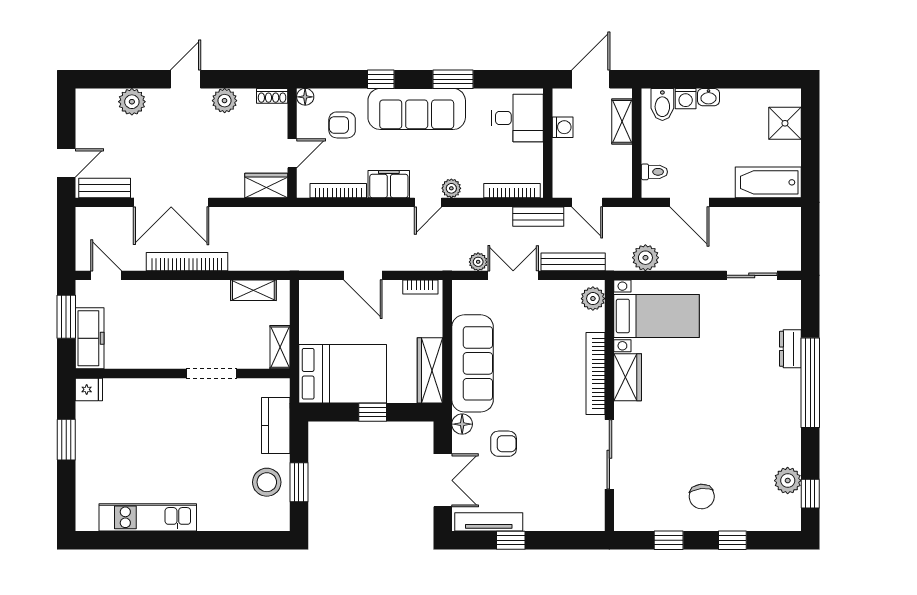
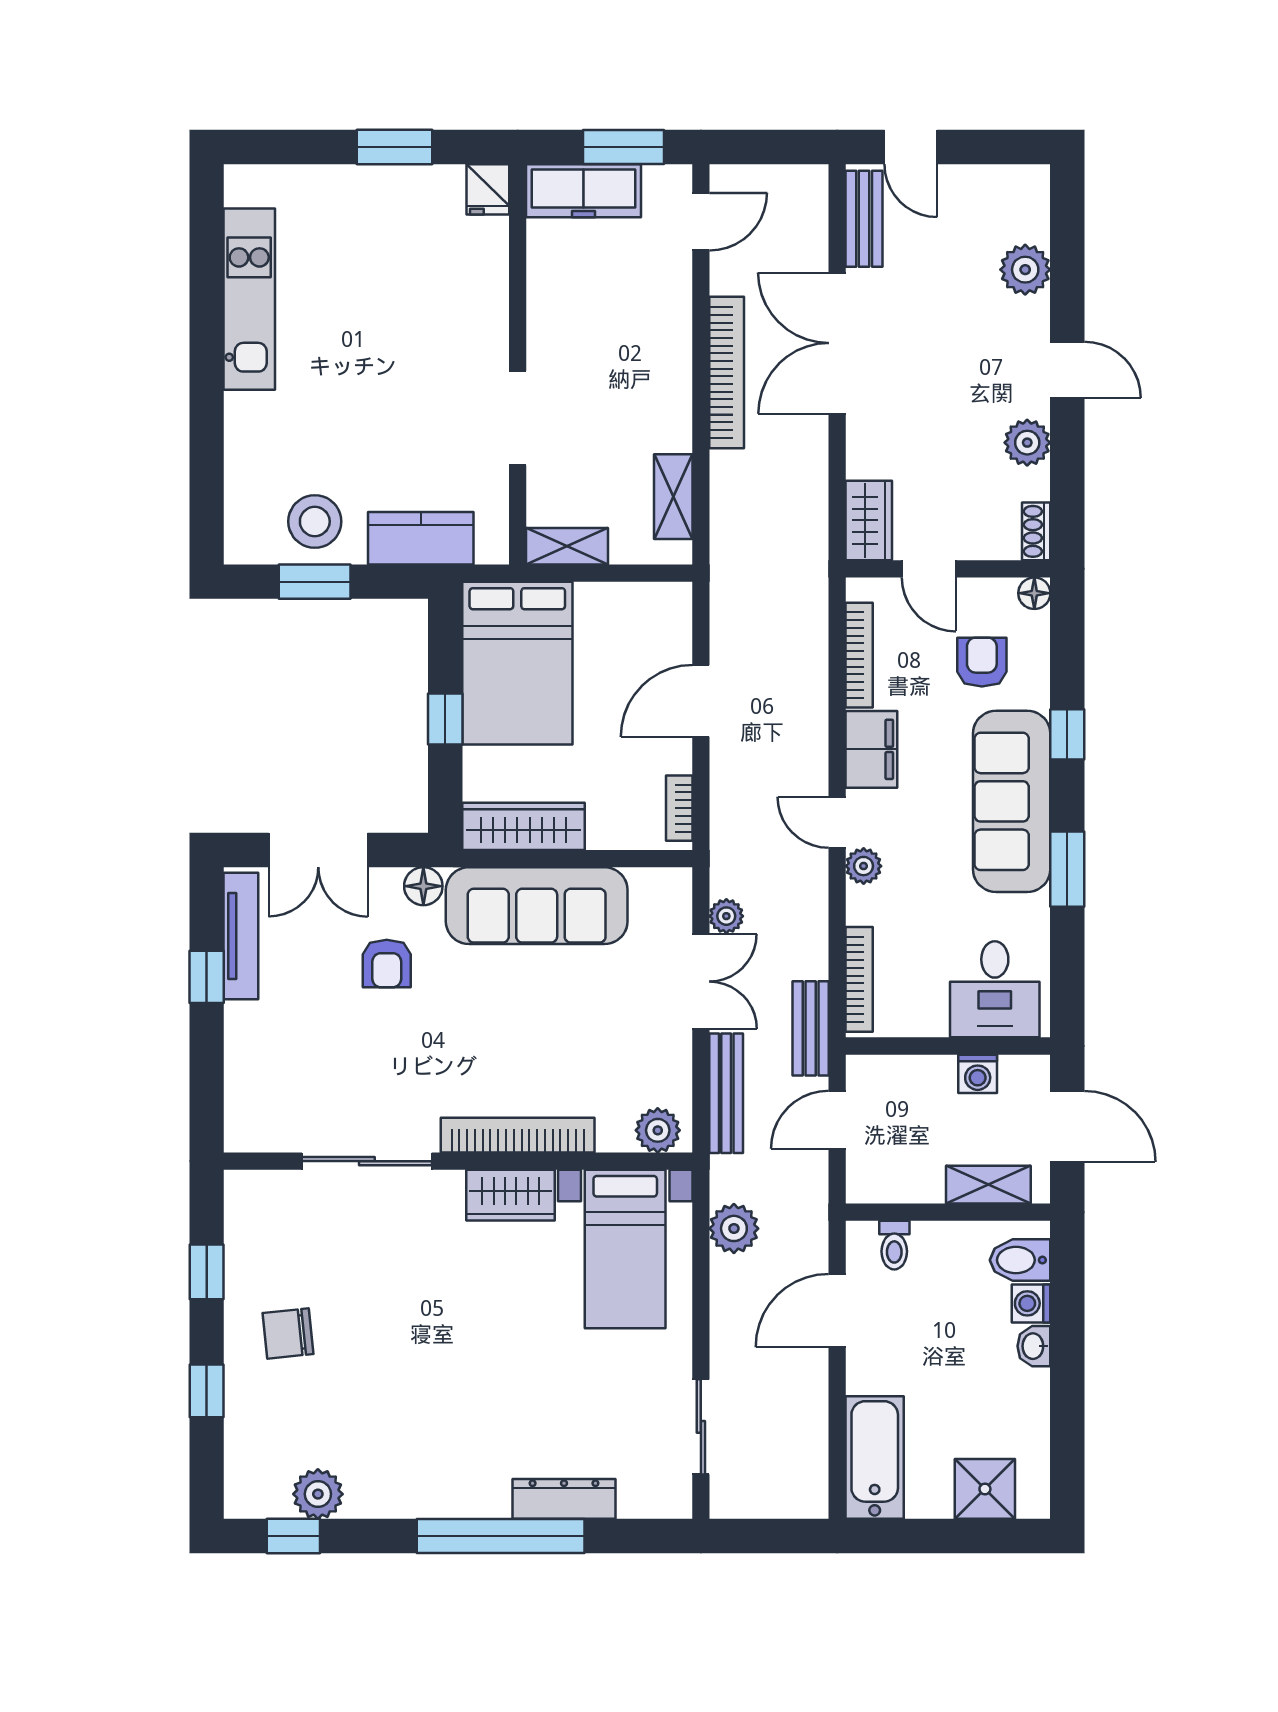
dresser: (790, 349) -> (564, 1499), width x1.44

